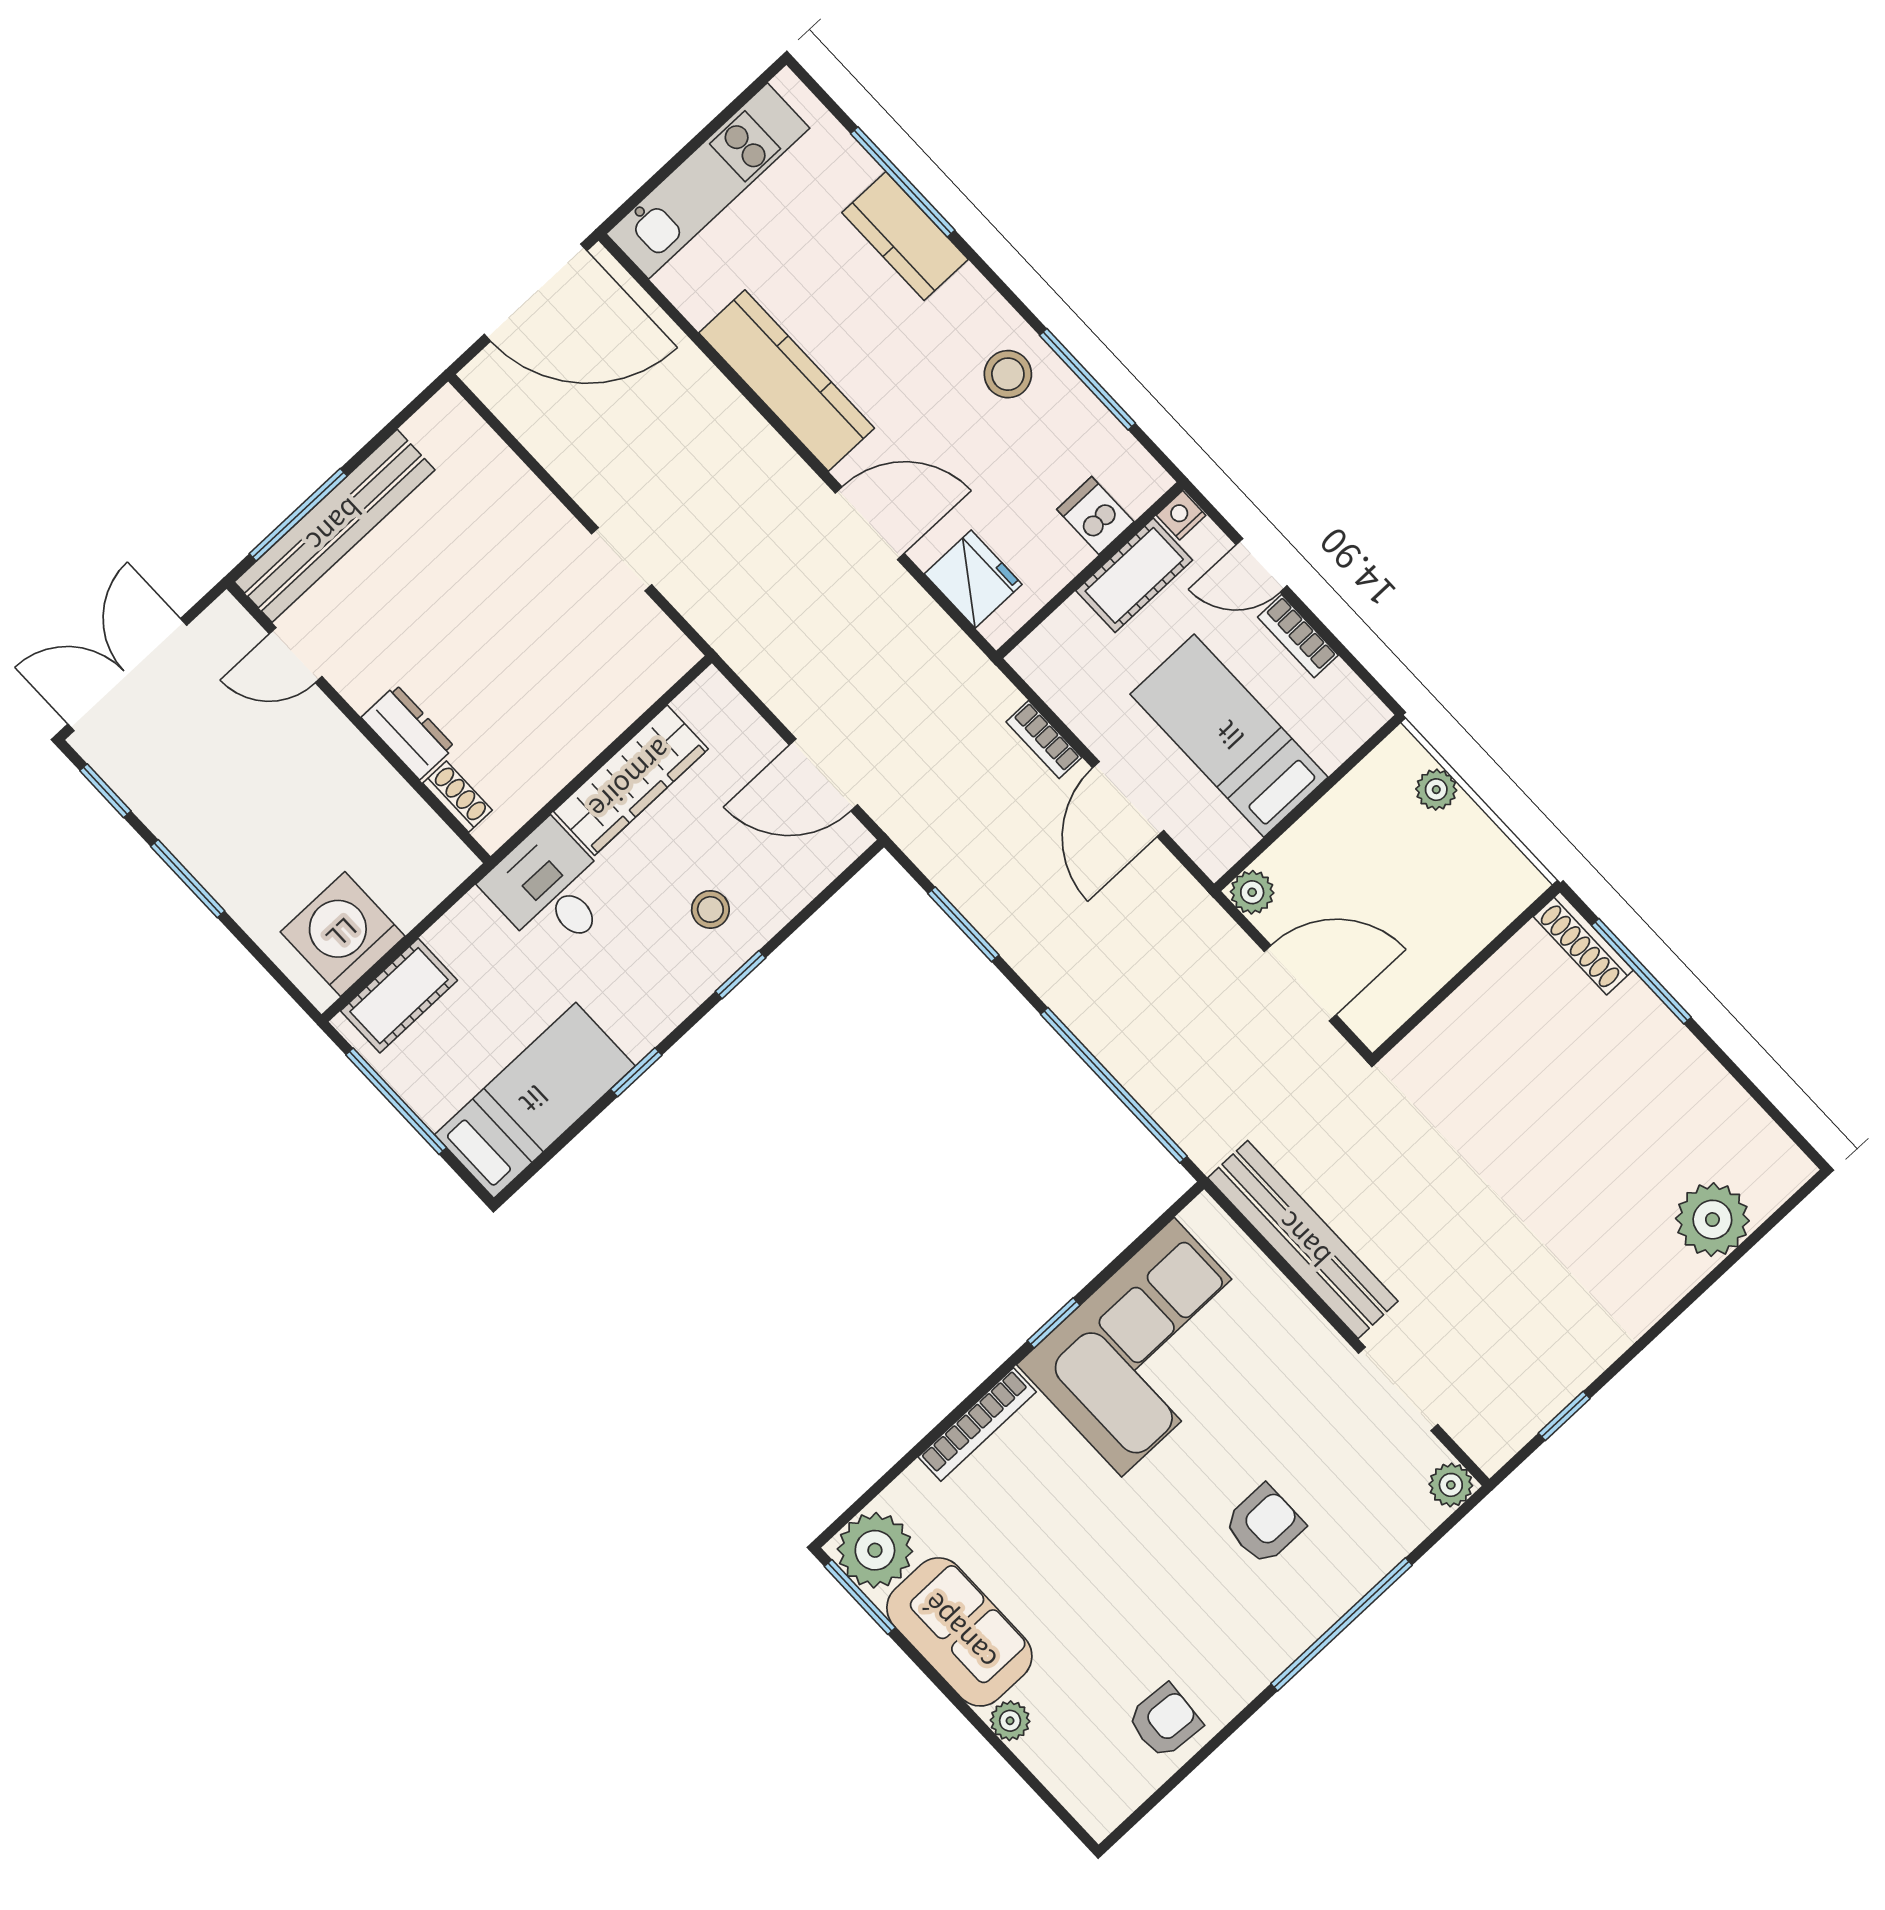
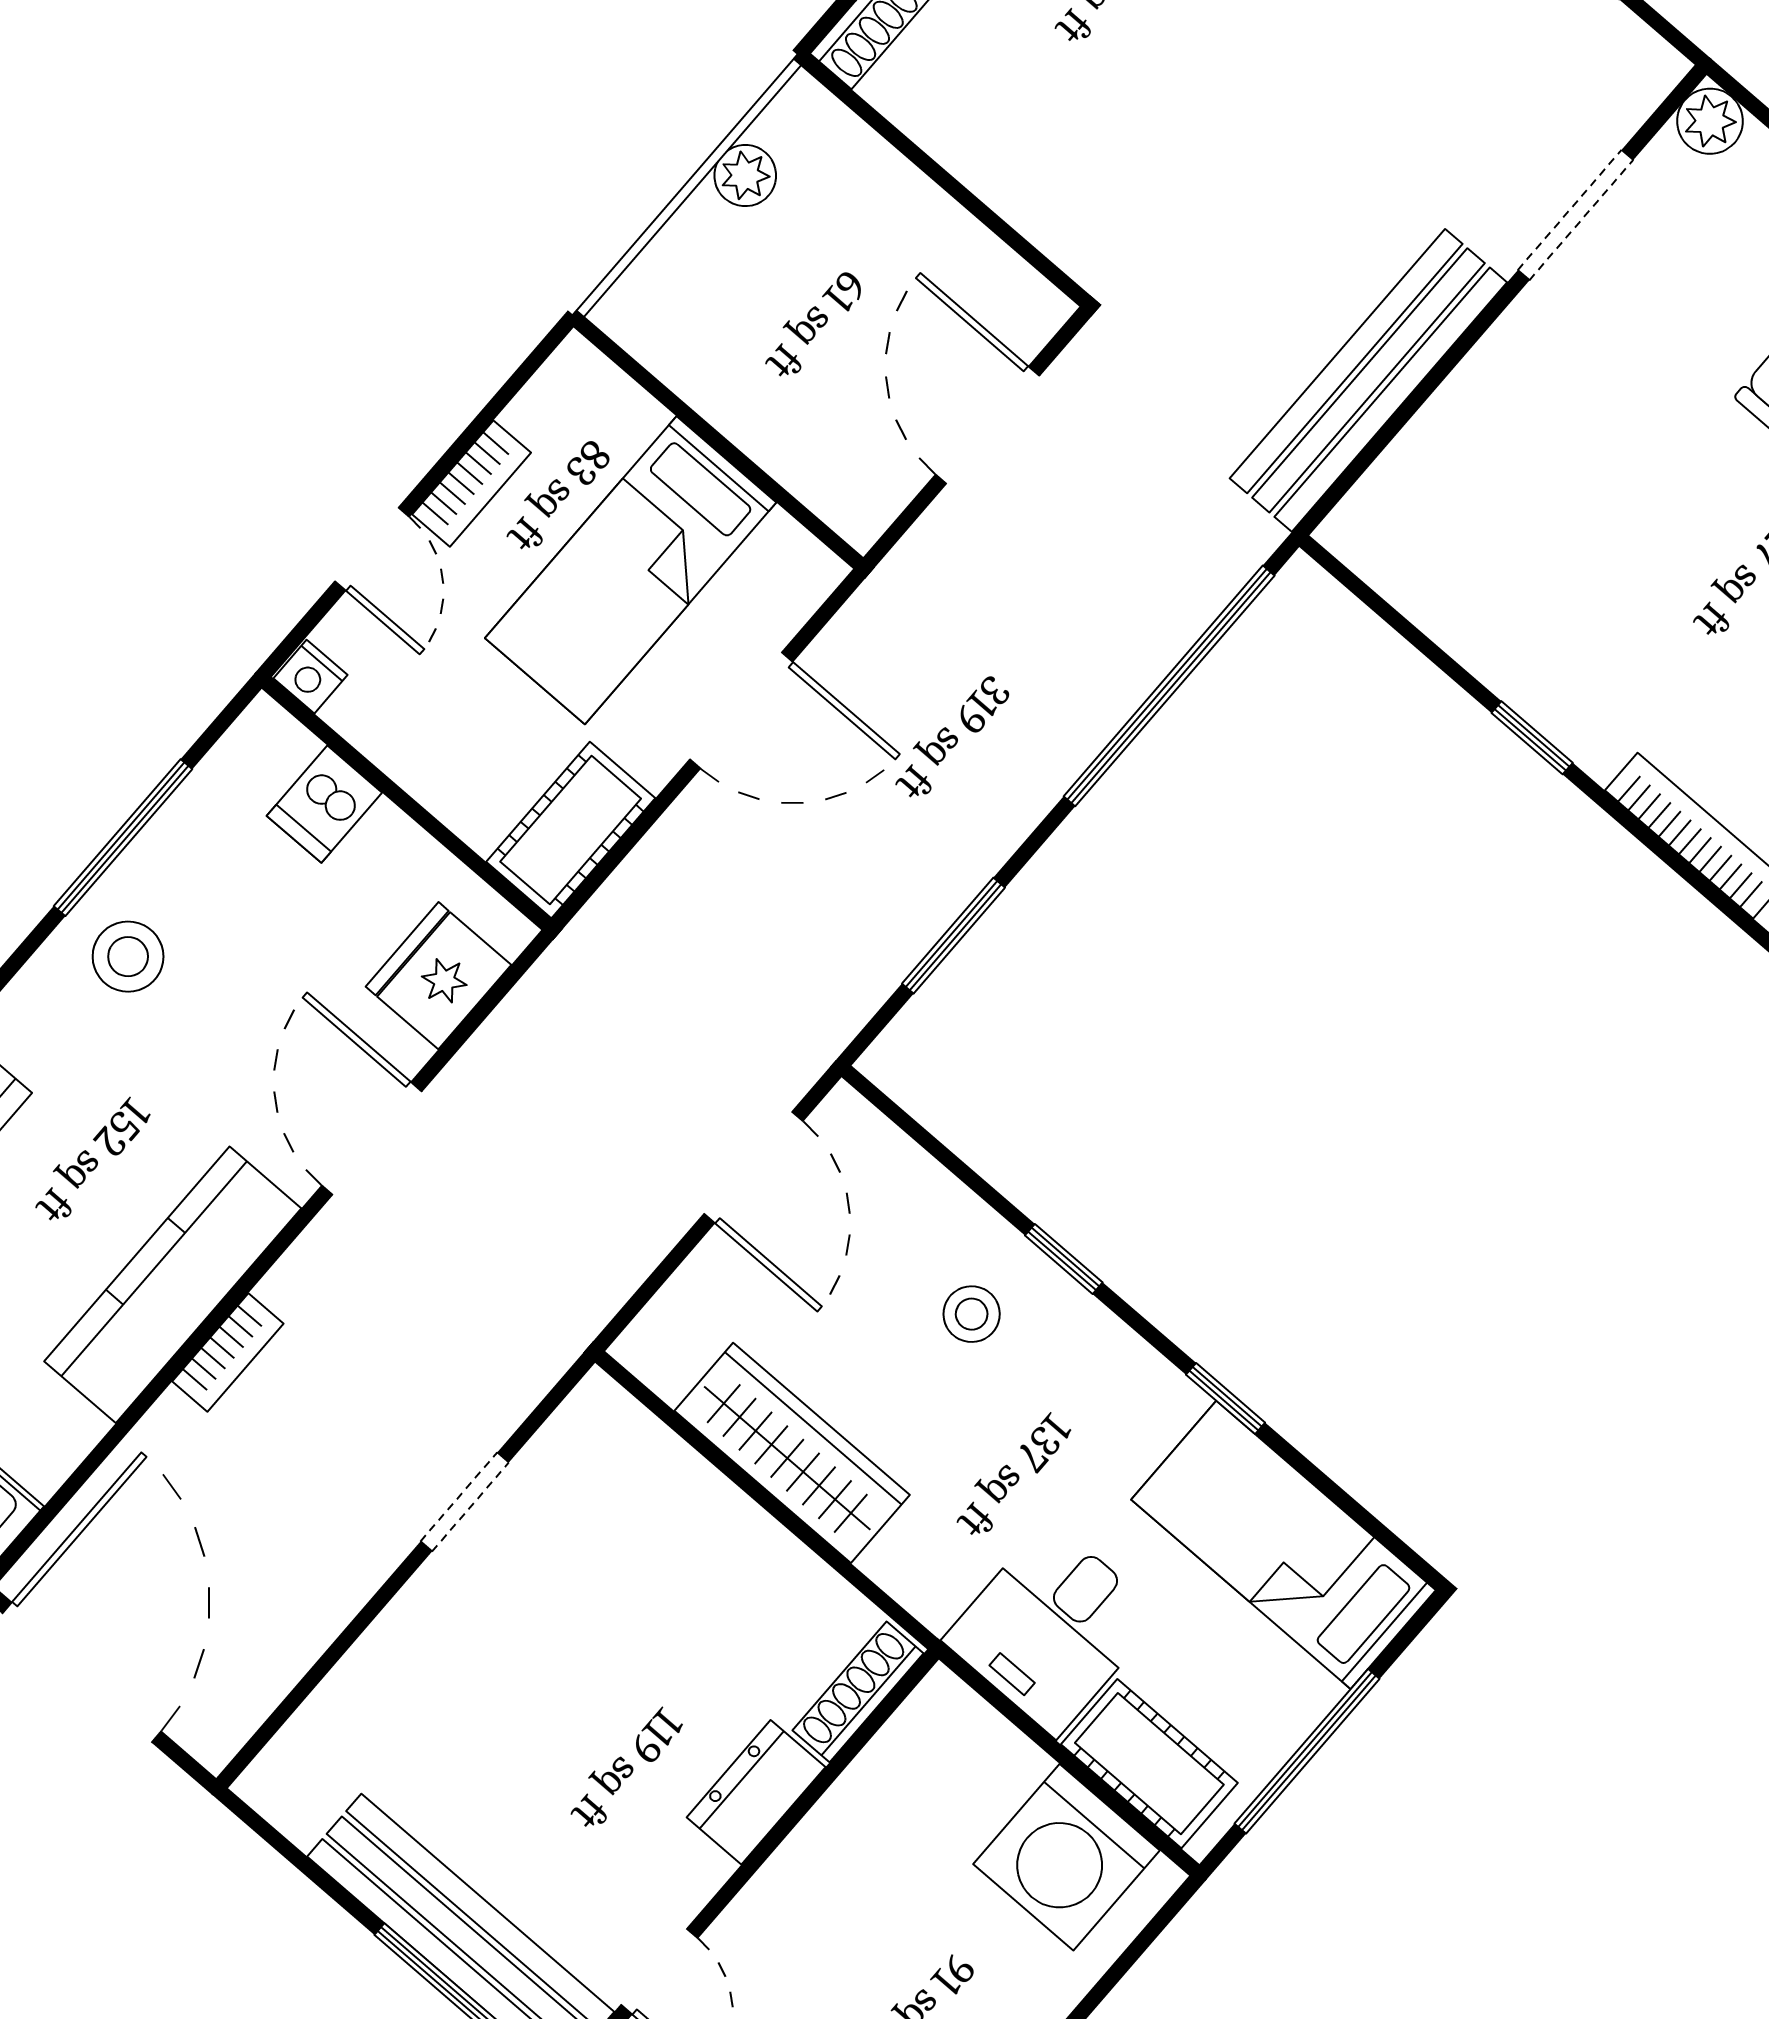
cot: (1134, 575) -> (571, 830), moved, turned 90
bookcase: (1044, 740) -> (228, 1353), moved
plant: (1436, 790) -> (745, 176), moved
shoe rack: (457, 797) -> (858, 1692), width x1.43
desk: (551, 889) -> (1052, 1628), moved
plant: (1252, 892) -> (860, 511), removed
corner sofa: (1148, 1347) -> (1553, 594), removed

